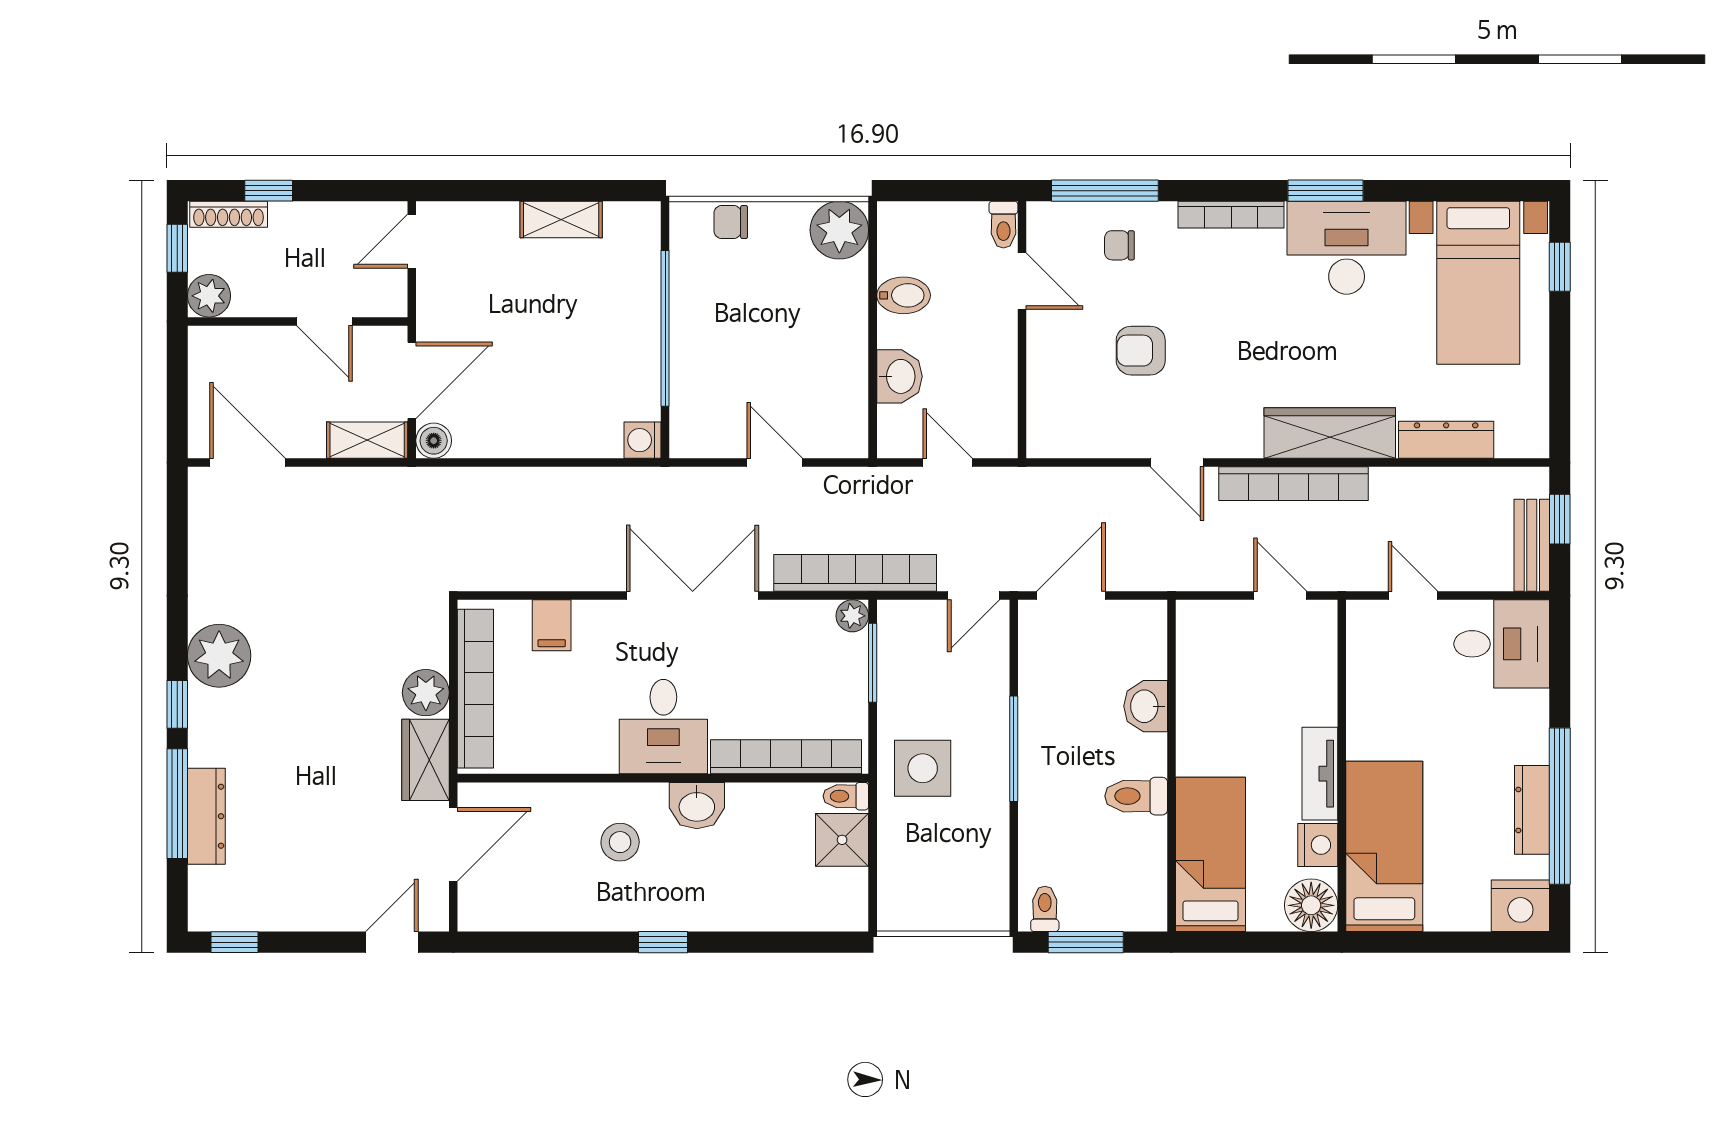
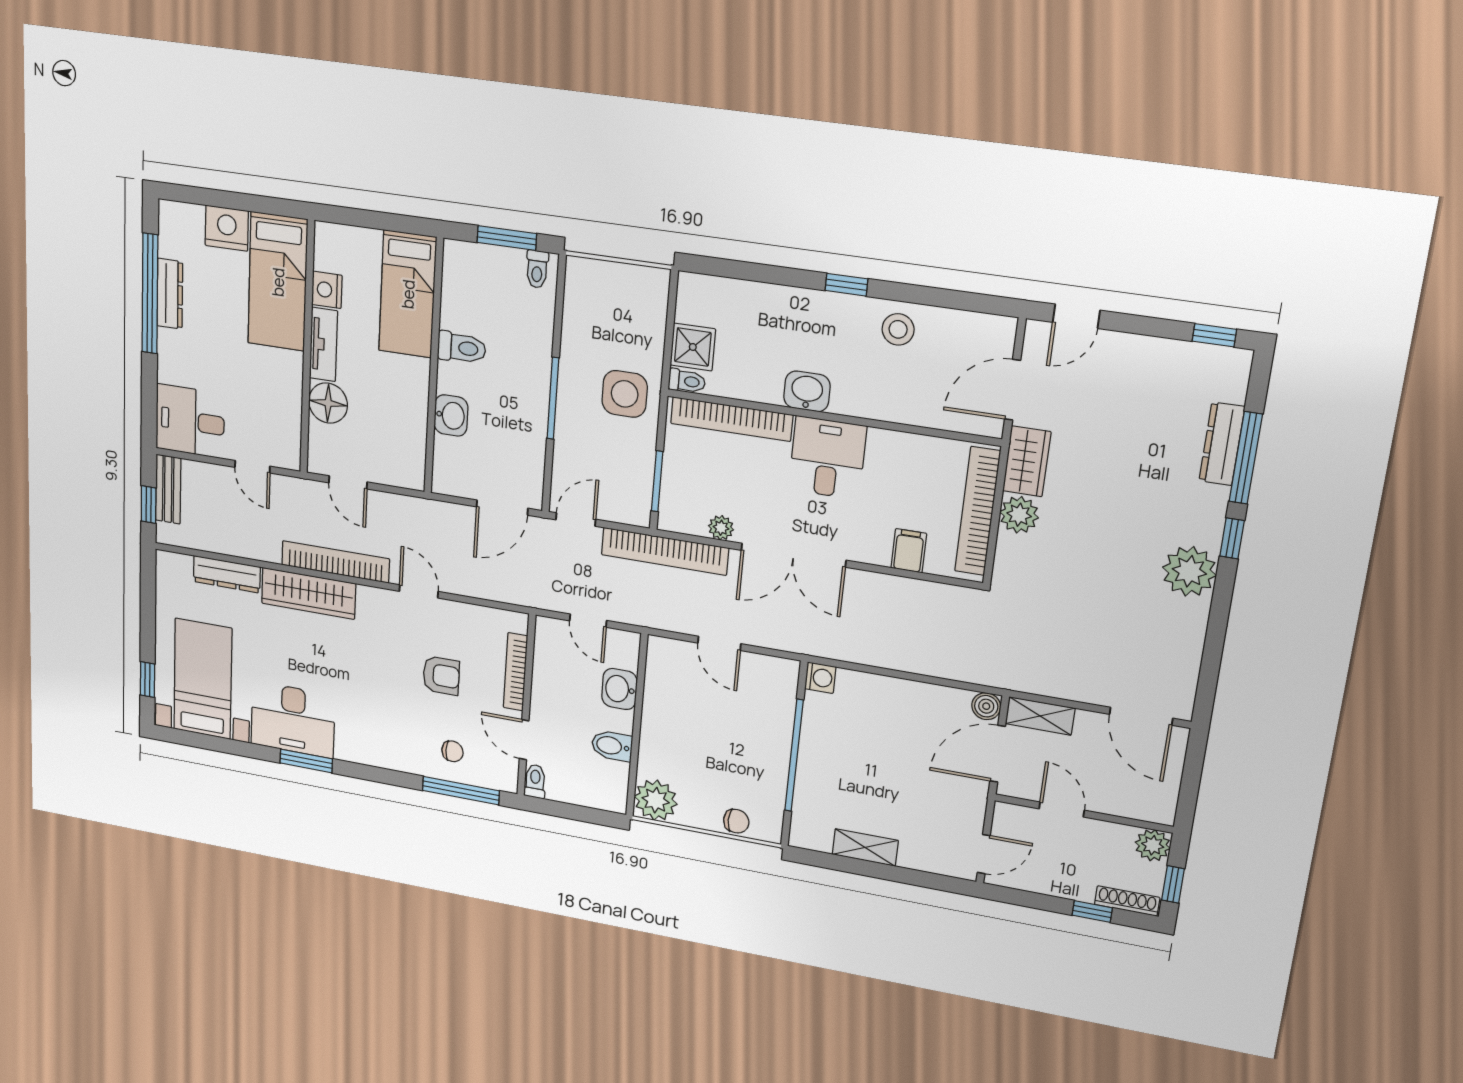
bookcase: (1231, 215) -> (515, 672), moved, turned -90
plant: (852, 616) -> (721, 528), moved
stool: (620, 842) -> (898, 329), moved
floor lamp: (1311, 905) -> (328, 403), moved
nightstand: (1520, 906) -> (227, 228), moved

